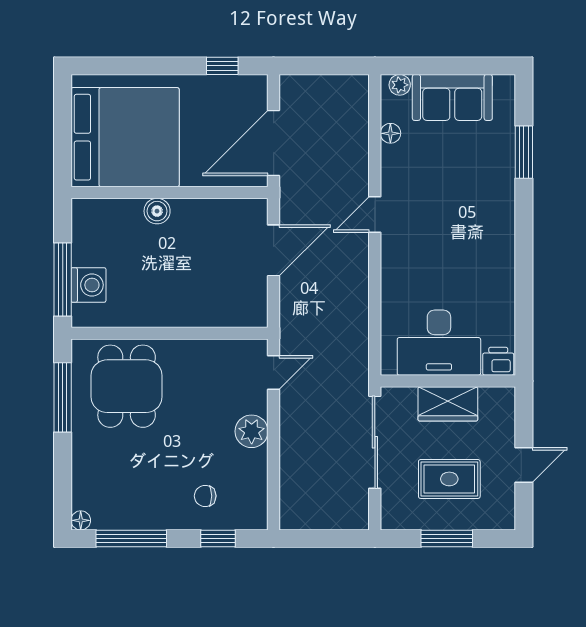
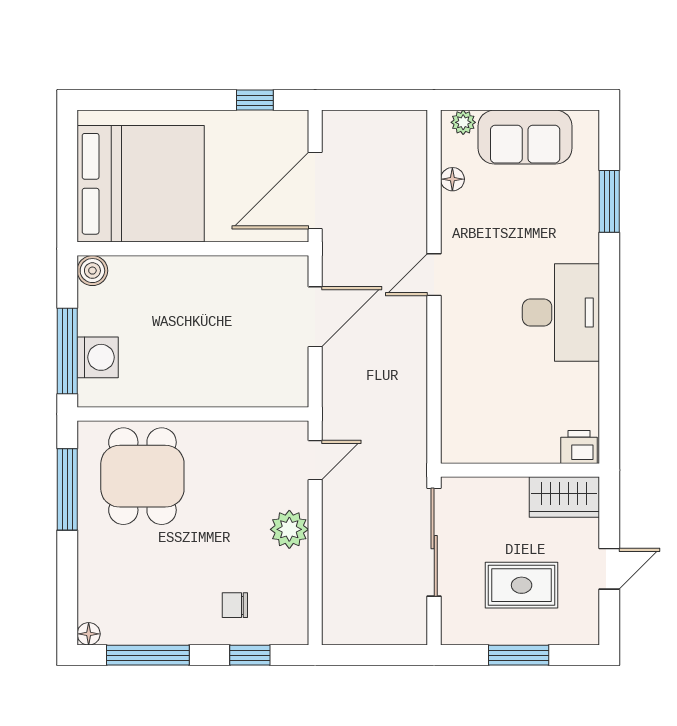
boiler: (157, 211) -> (92, 271), moved
desk: (439, 343) -> (561, 313), moved, turned -90
wardrobe: (448, 404) -> (564, 497), moved

